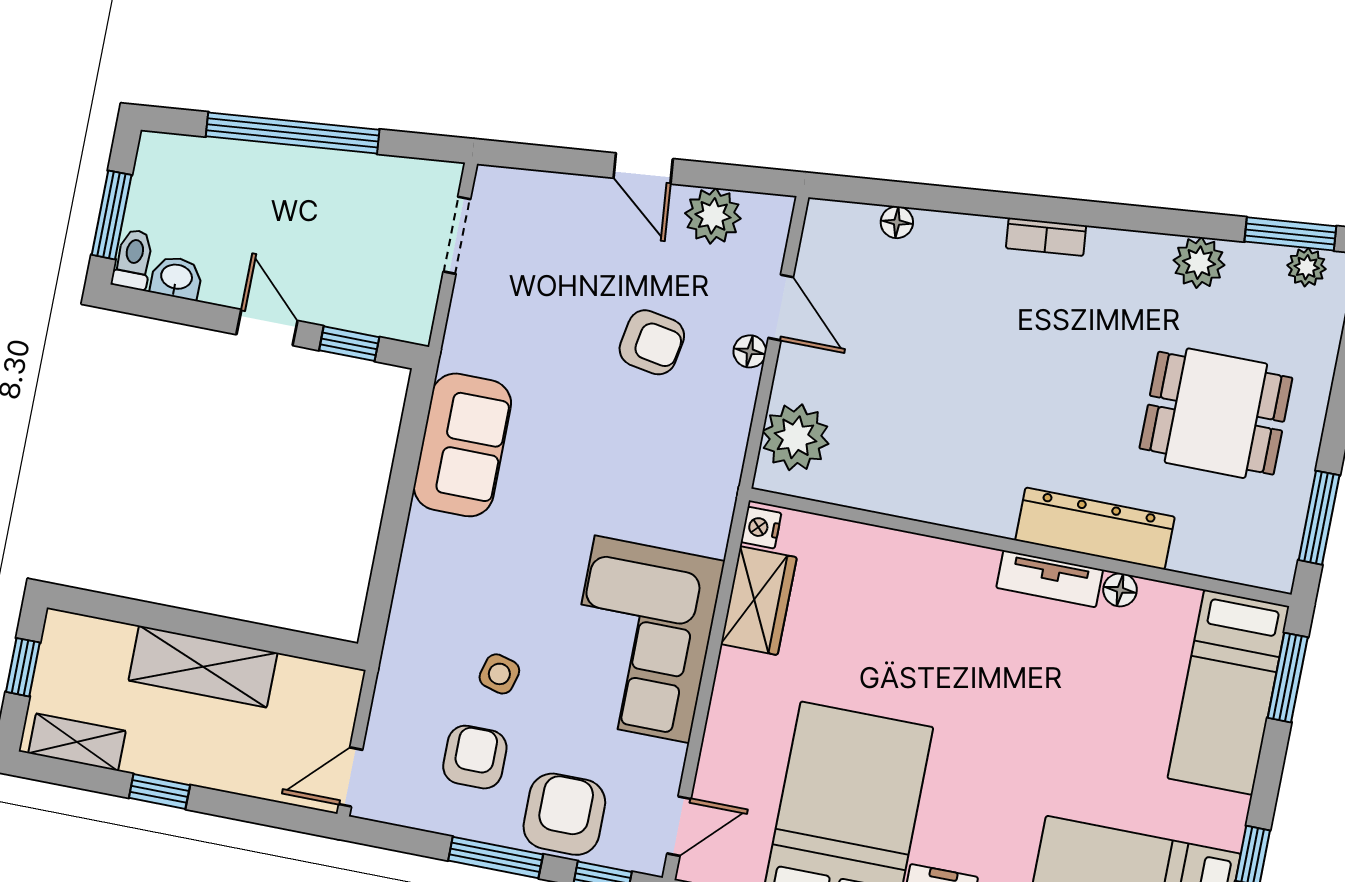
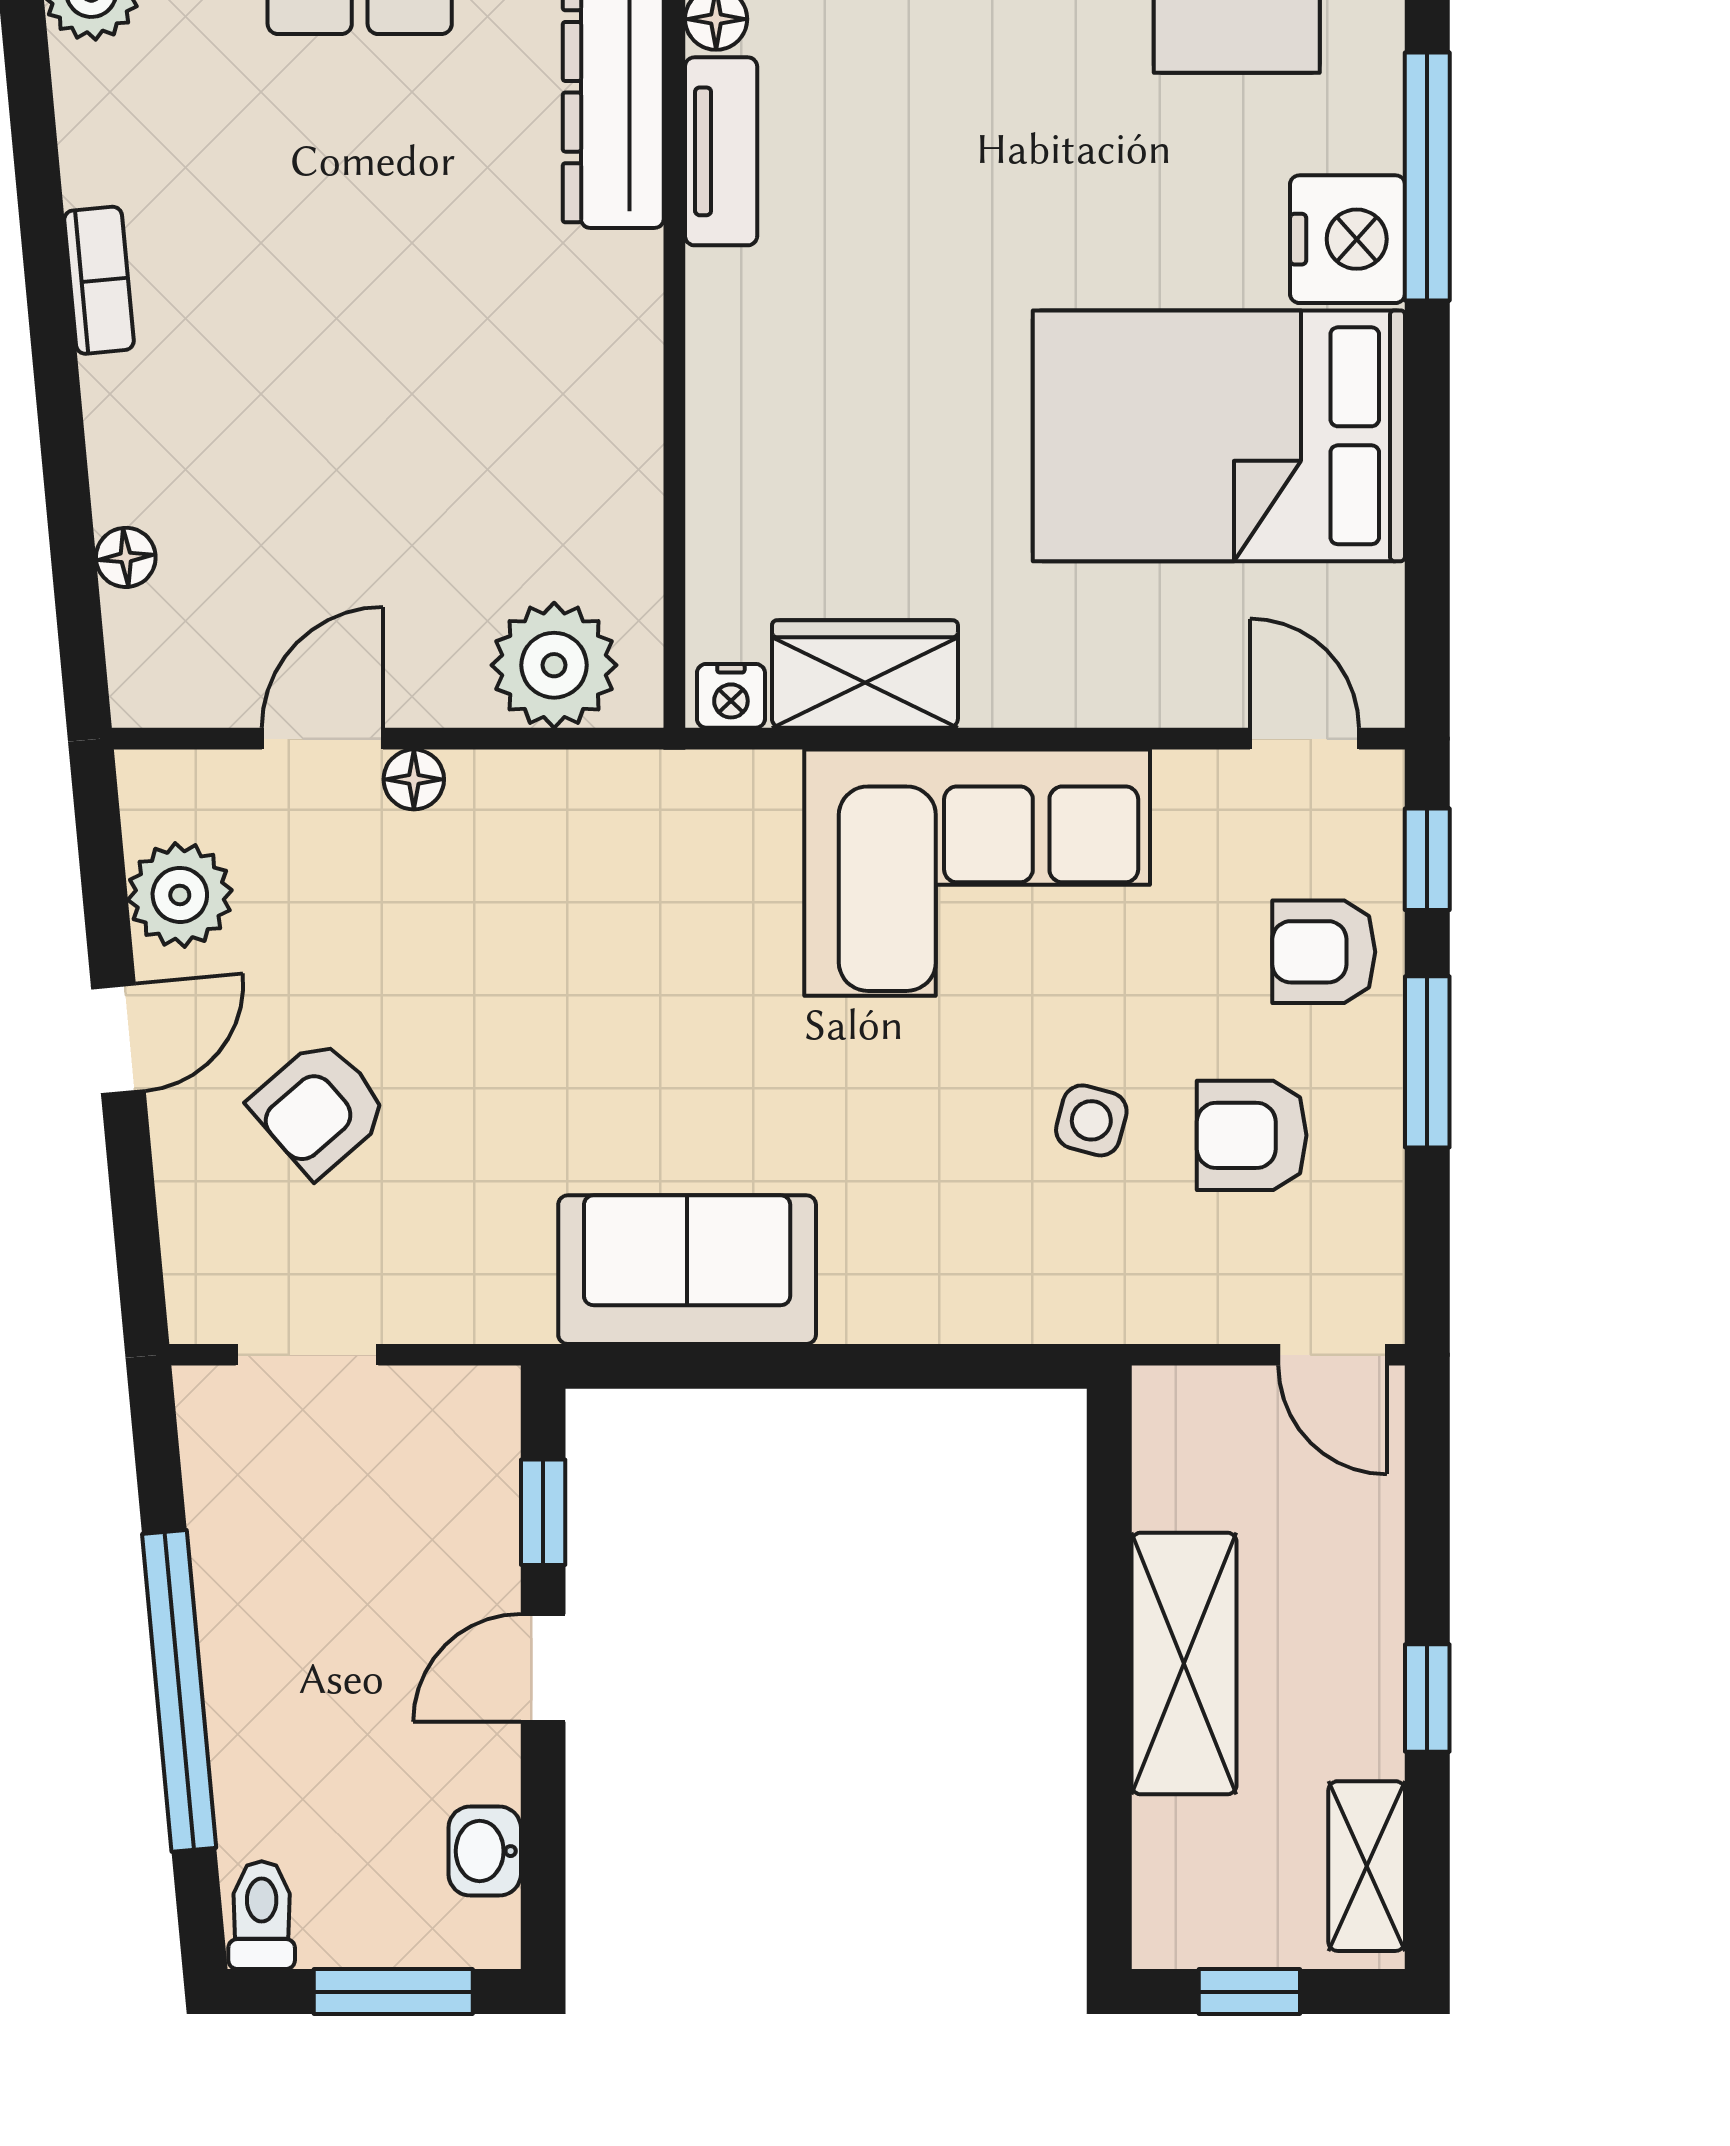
toilet: (133, 259) -> (262, 1915), moved, turned 90
armchair: (652, 342) -> (319, 1108), moved, turned -141
armchair: (564, 814) -> (1324, 952), width x0.72, depth x0.72

